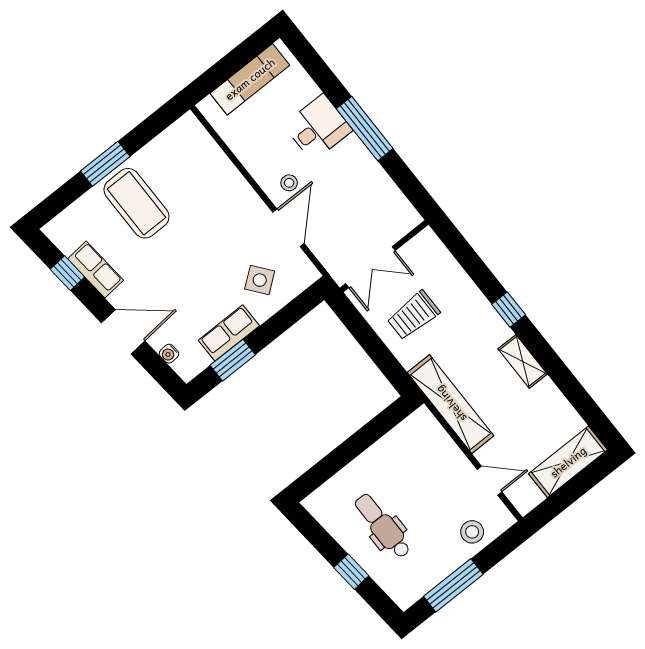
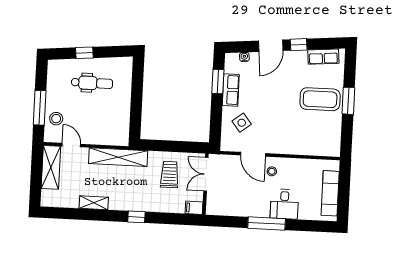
filing cabinet: (429, 244) -> (194, 208), added
row of seats: (95, 269) -> (323, 57), moved
window: (67, 273) -> (299, 45), moved
shelving: (523, 361) -> (94, 203), moved
shelving: (568, 462) -> (51, 167), moved
door: (489, 481) -> (71, 145), swing flipped
window: (453, 585) -> (40, 108), moved

